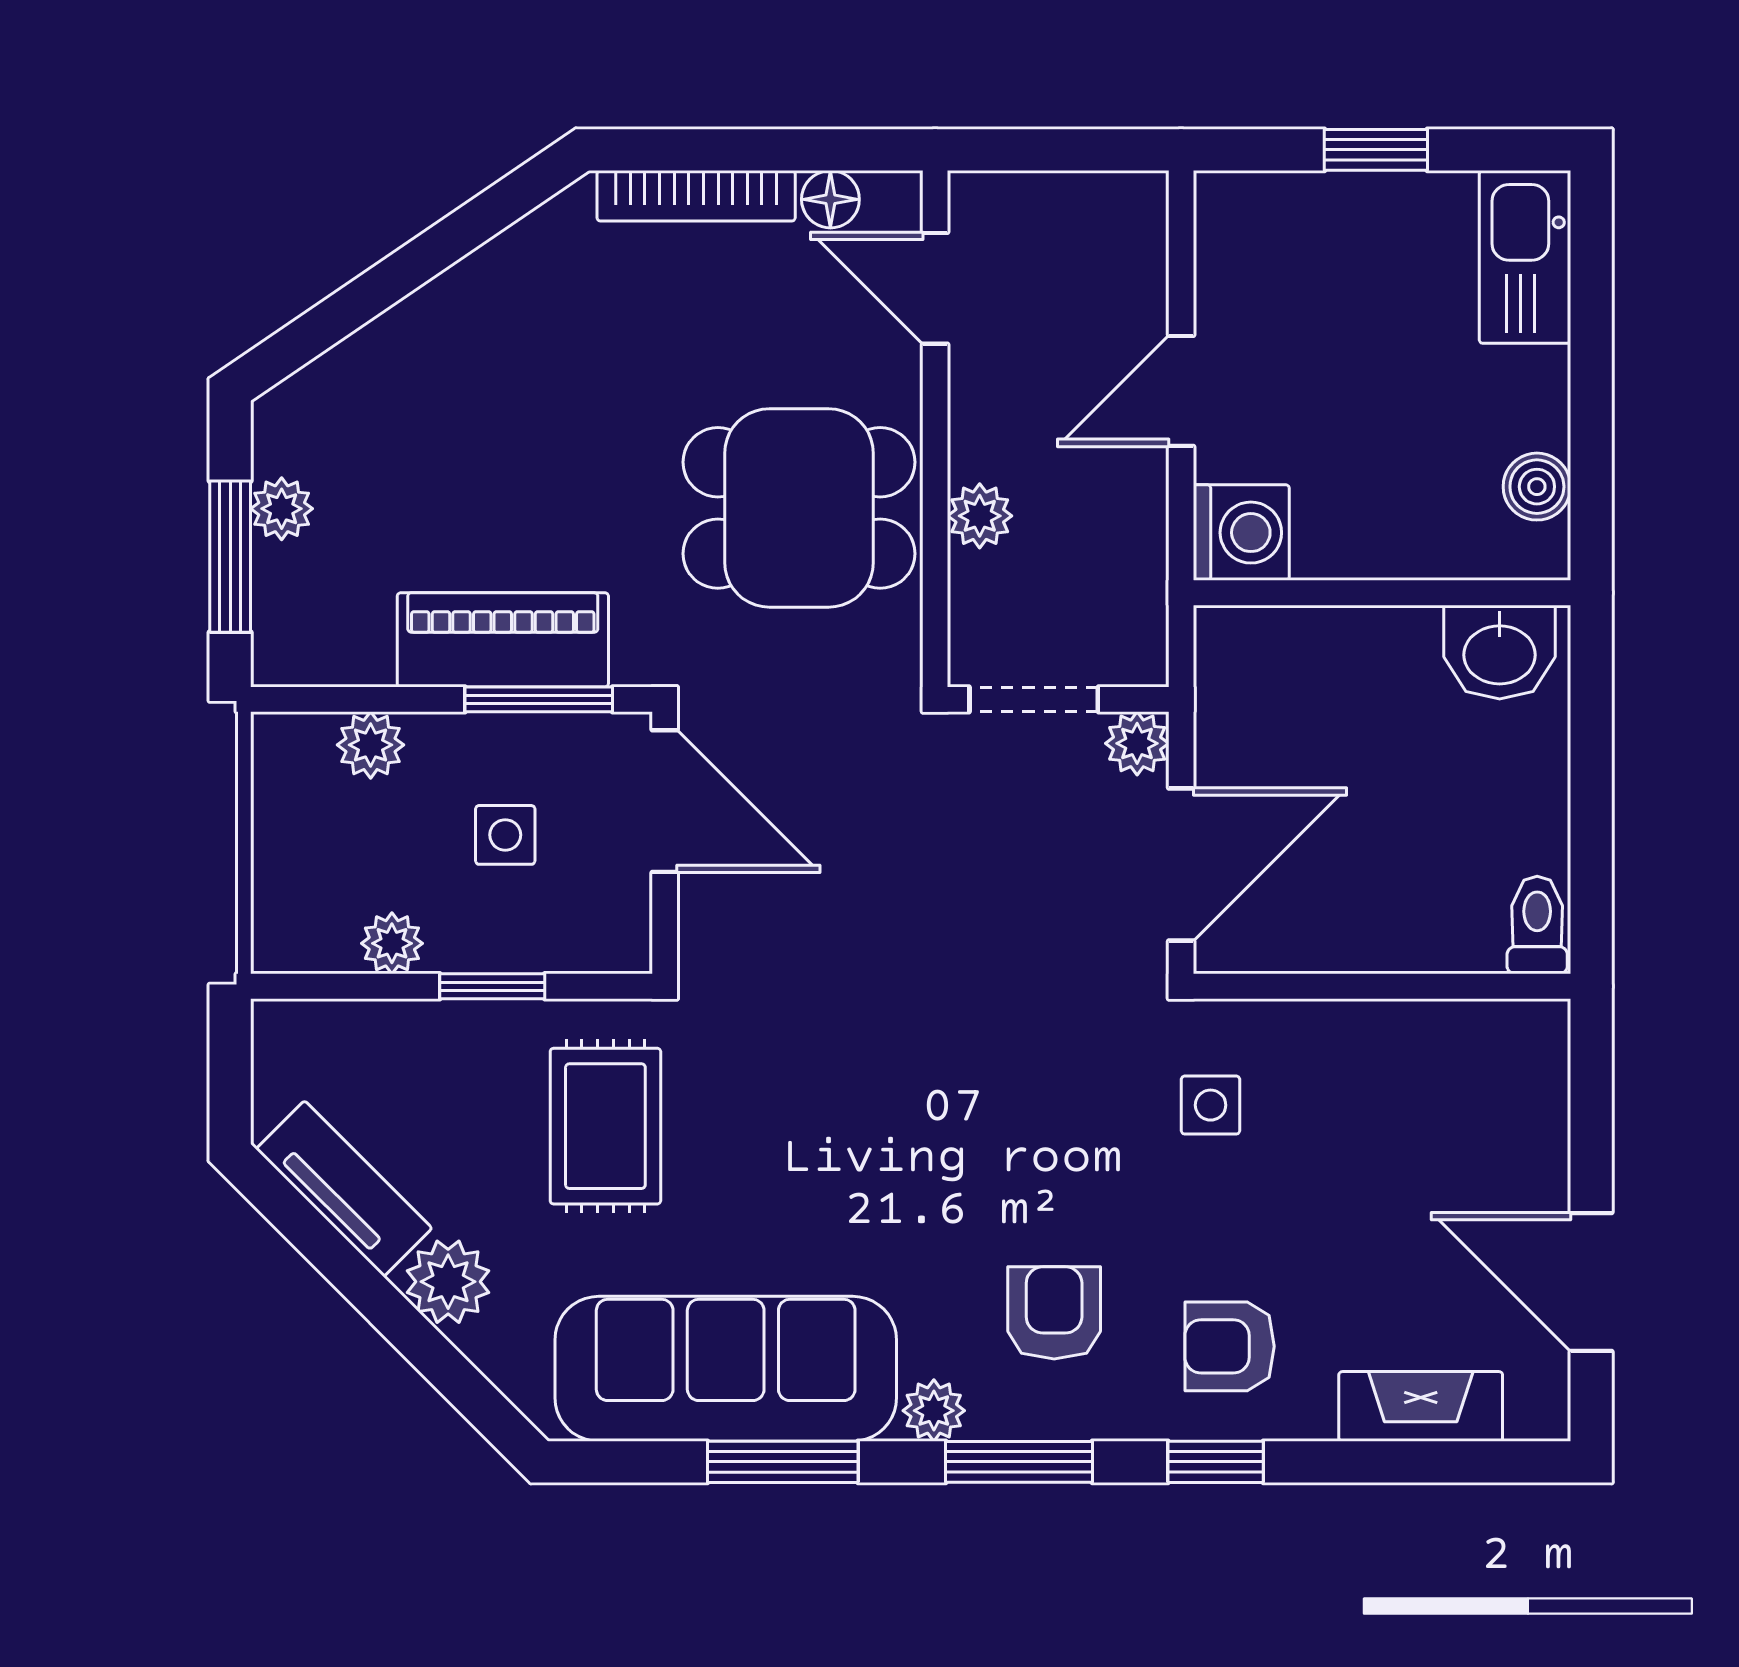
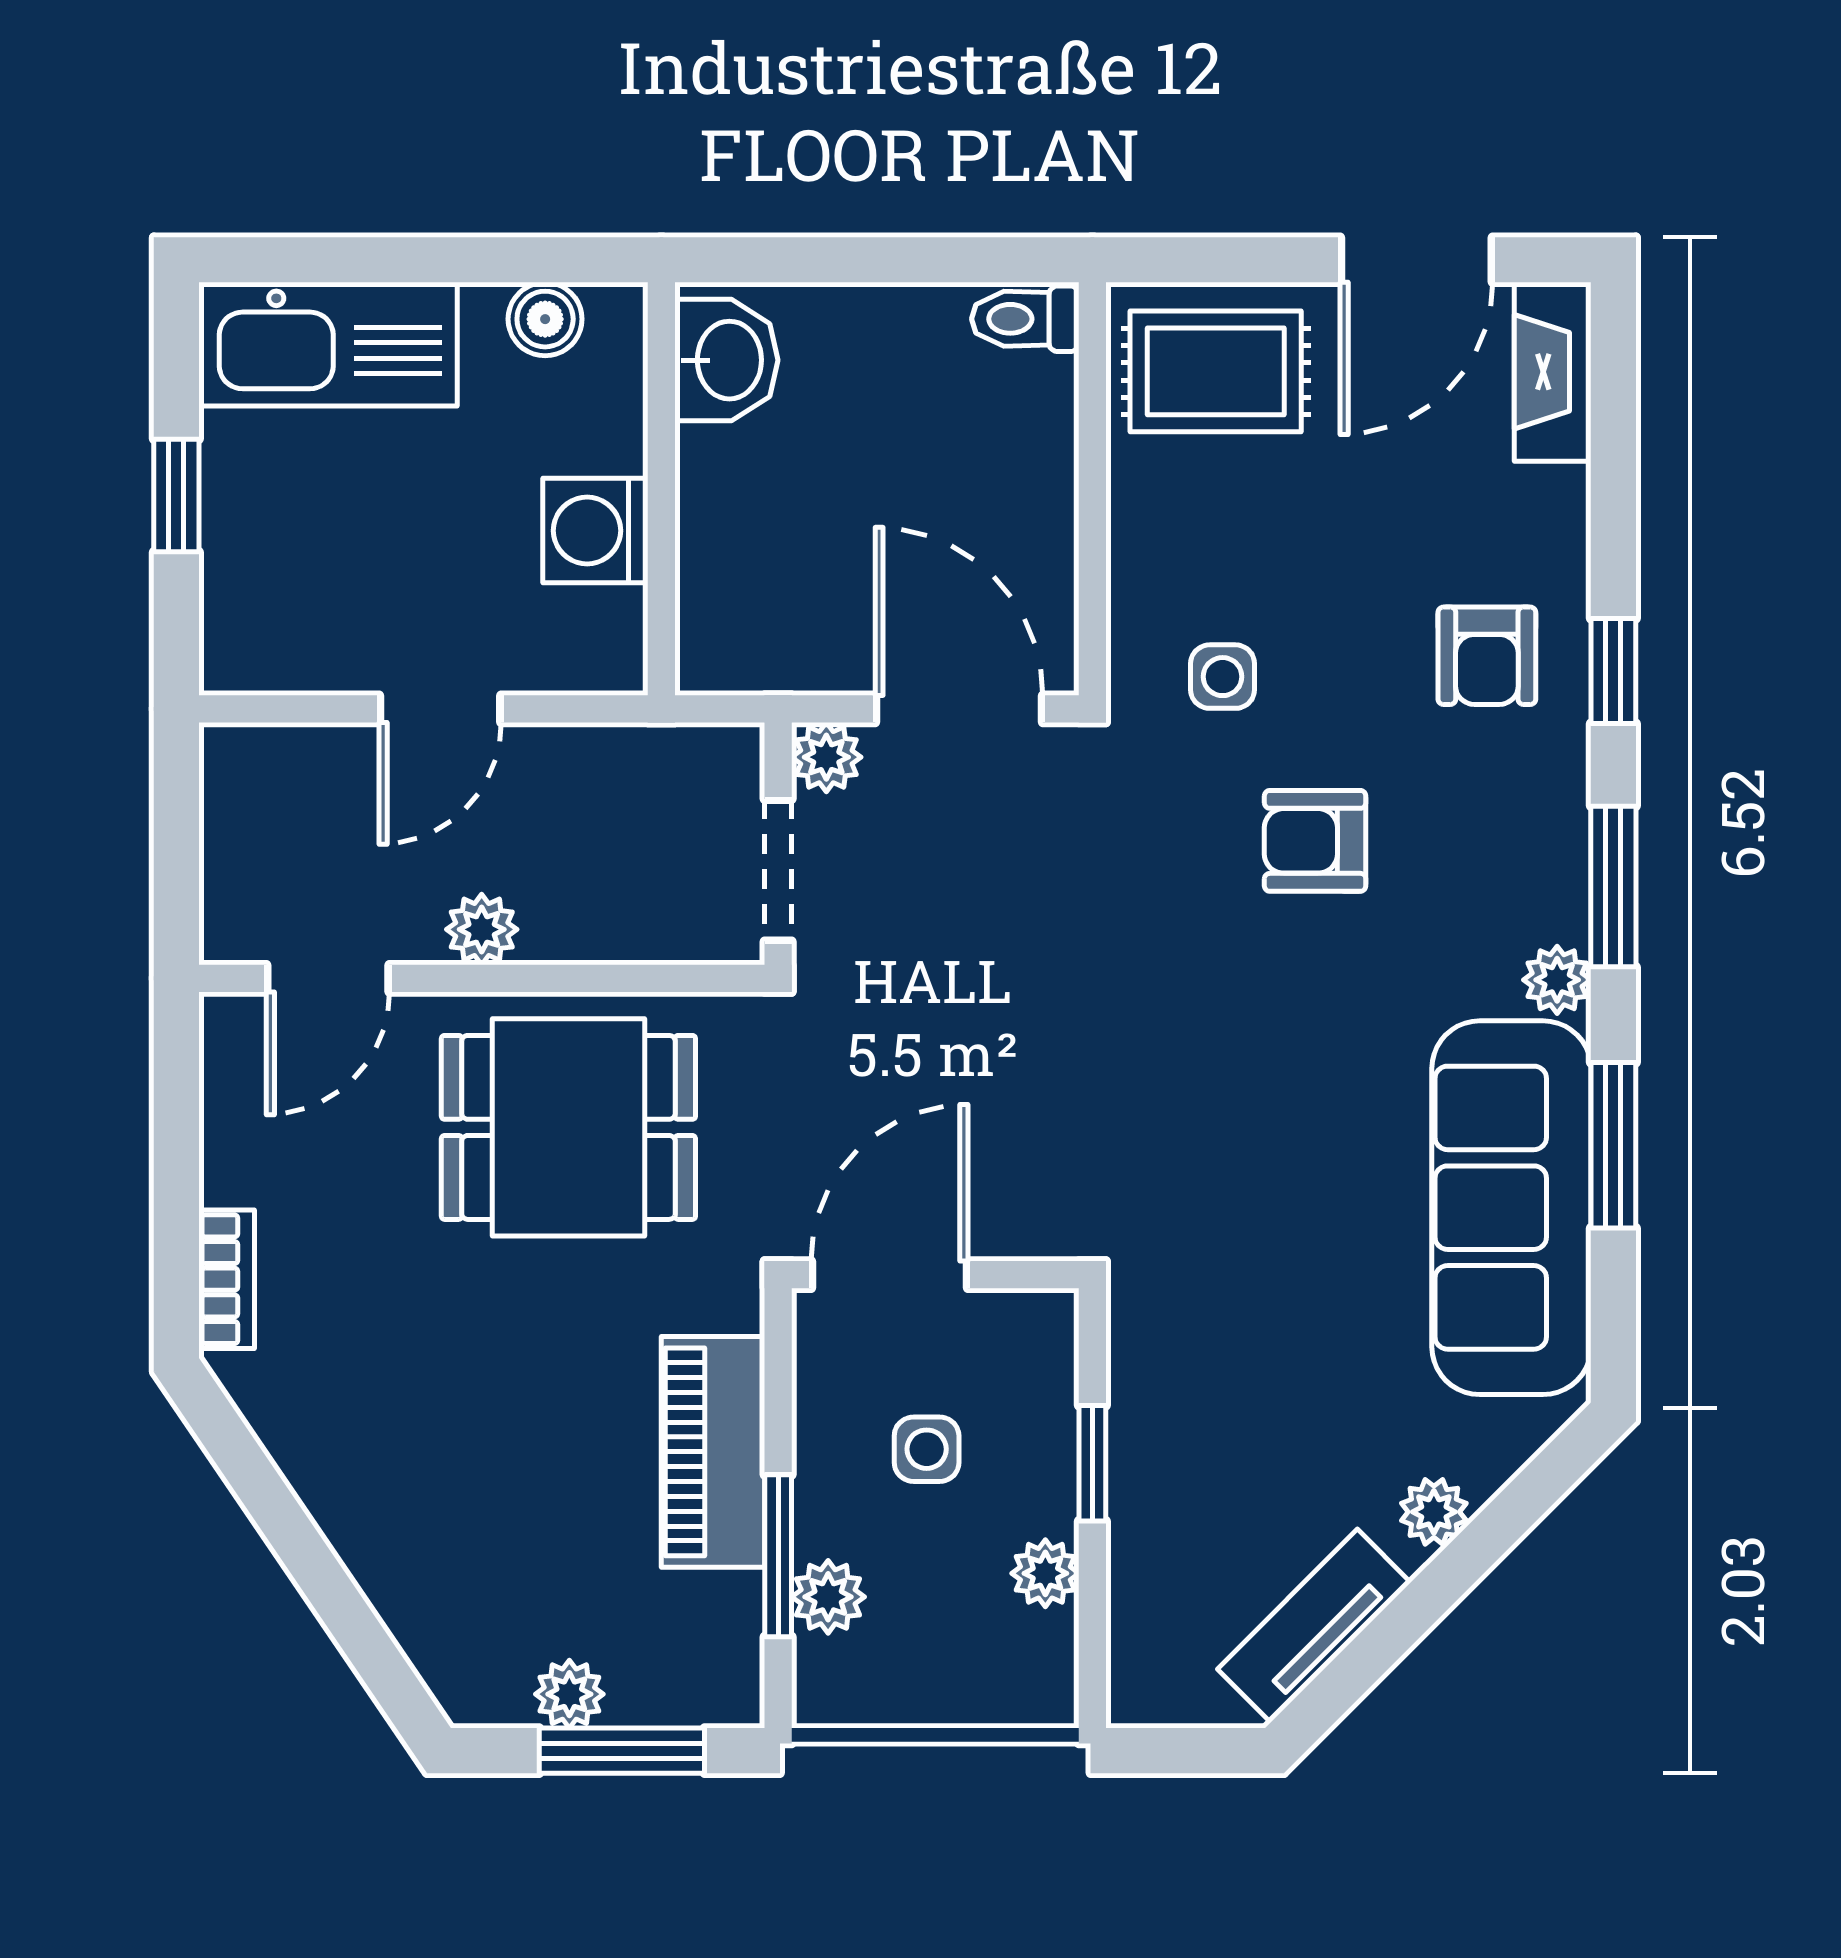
bookcase: (696, 196) -> (227, 1279), width x0.64
floor lamp: (830, 199) -> (230, 1093), removed
kitchen sink: (1525, 257) -> (328, 344), width x1.36, depth x1.24
door: (1181, 391) -> (440, 709), hinge flipped
dining table: (799, 508) -> (568, 1127), turned 90
plant: (980, 516) -> (482, 929), moved
washing machine: (1241, 533) -> (595, 531), moved, turned -90
window: (539, 699) -> (778, 1556), moved
rug: (605, 1126) -> (1216, 371), moved
plant: (448, 1282) -> (1434, 1512), width x0.73, depth x0.73
armchair: (1054, 1313) -> (1315, 841), moved
fireplace: (1421, 1406) -> (1553, 372), moved

